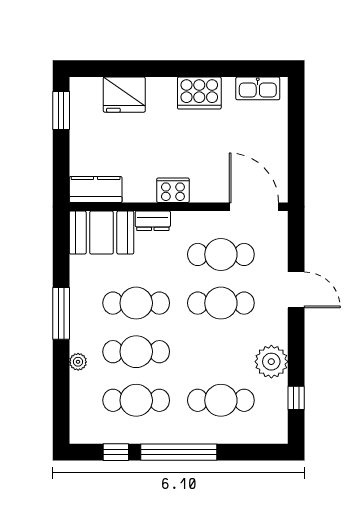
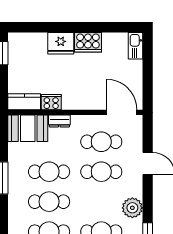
kitchen sink: (258, 88) -> (135, 46), moved, turned 90
fridge: (124, 95) -> (61, 43), moved
cooker: (173, 190) -> (51, 102), moved
plant: (78, 362) -> (13, 208), removed

